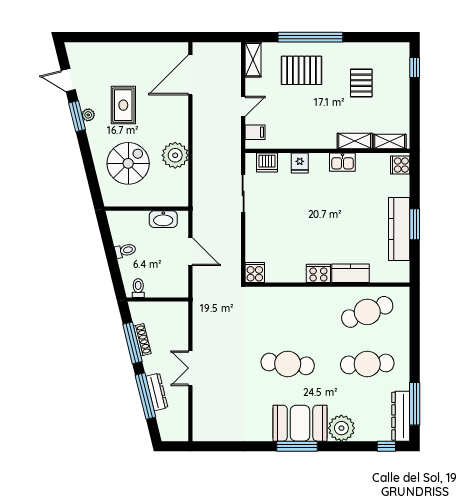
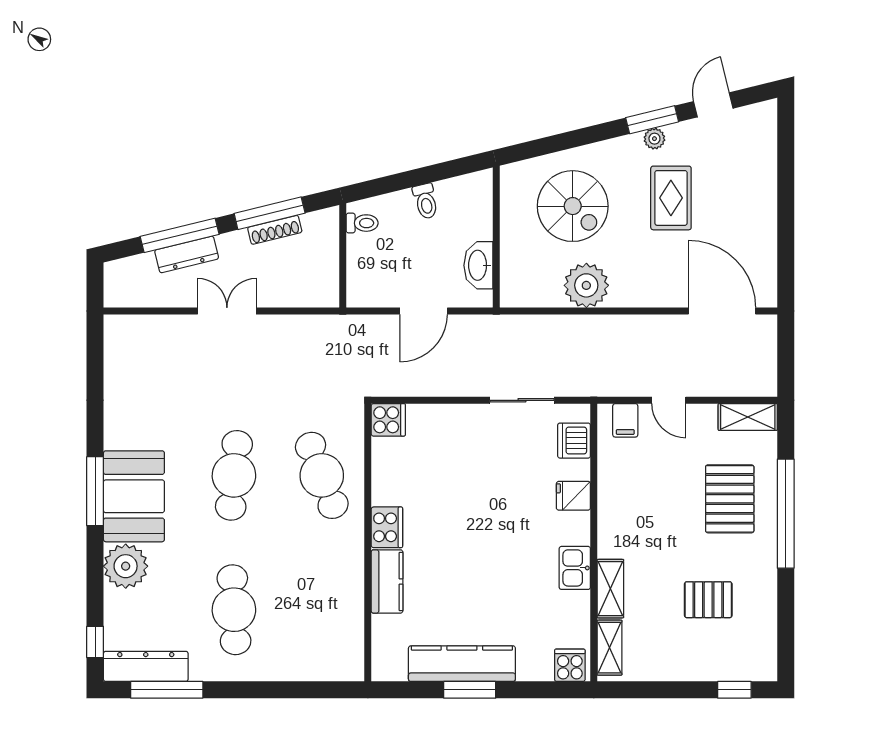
rug: (123, 105) -> (671, 198), turned 90
cafe table: (367, 312) -> (322, 475), moved

